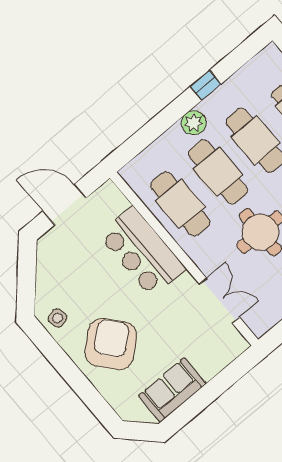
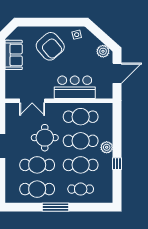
plant: (49, 255) -> (103, 51), added

